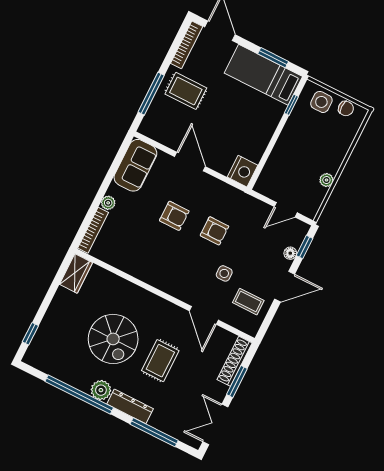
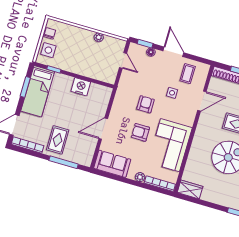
nightstand: (243, 171) -> (81, 87), moved
armchair: (174, 216) -> (140, 132), turned -90
corner sofa: (147, 256) -> (170, 145), added

